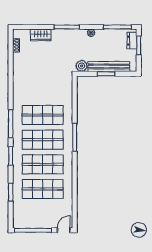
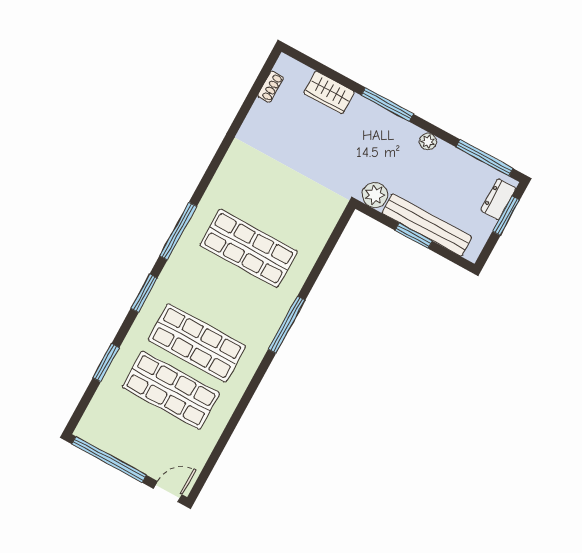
shop shelf: (43, 140) -> (223, 296), removed

